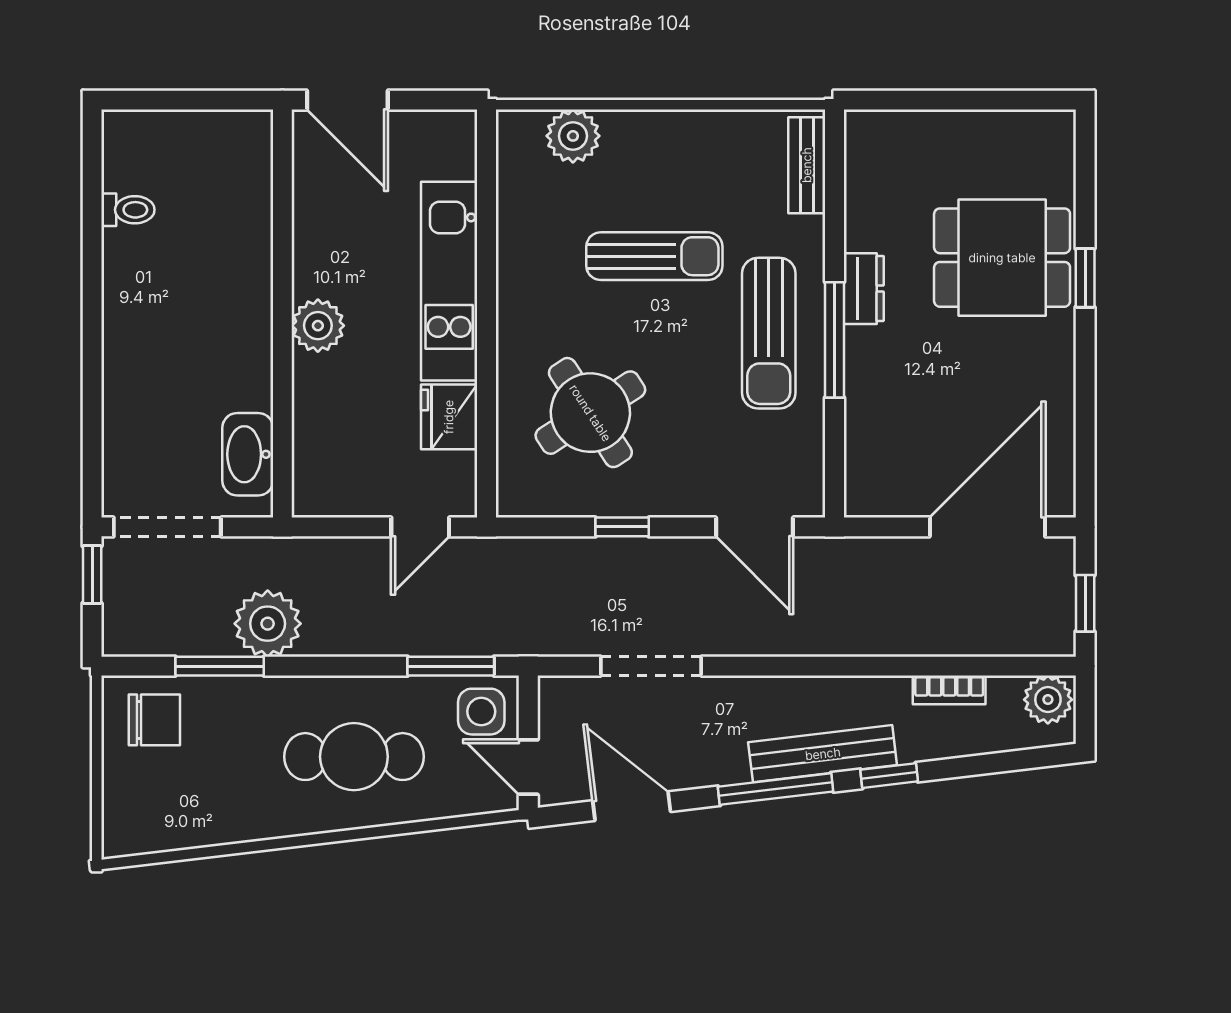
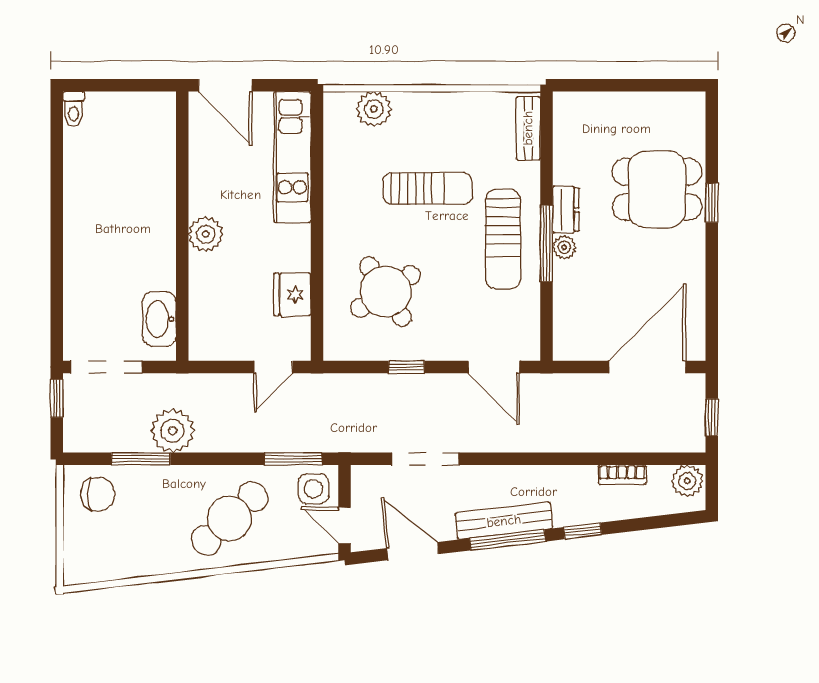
toilet: (128, 210) -> (74, 109), moved, turned 90
kitchen unit: (449, 281) -> (292, 157), moved
plant: (861, 345) -> (564, 247), added
bench: (823, 754) -> (504, 521), moved
cafe table: (354, 757) -> (229, 518), turned -43

